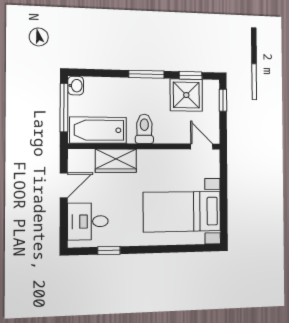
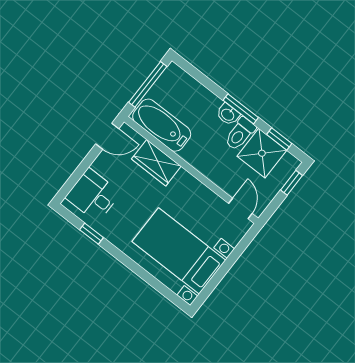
washbasin: (76, 86) -> (228, 114), moved, turned 90
toilet: (144, 129) -> (240, 134), moved, turned 180
door: (64, 185) -> (107, 136), moved

